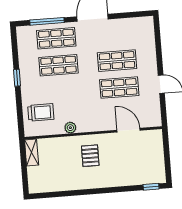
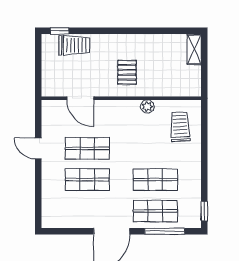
window: (17, 78) -> (204, 211), moved
trolley: (41, 112) -> (180, 127), turned 87
shelving: (32, 152) -> (194, 49), moved
trolley: (137, 175) -> (74, 45), added

